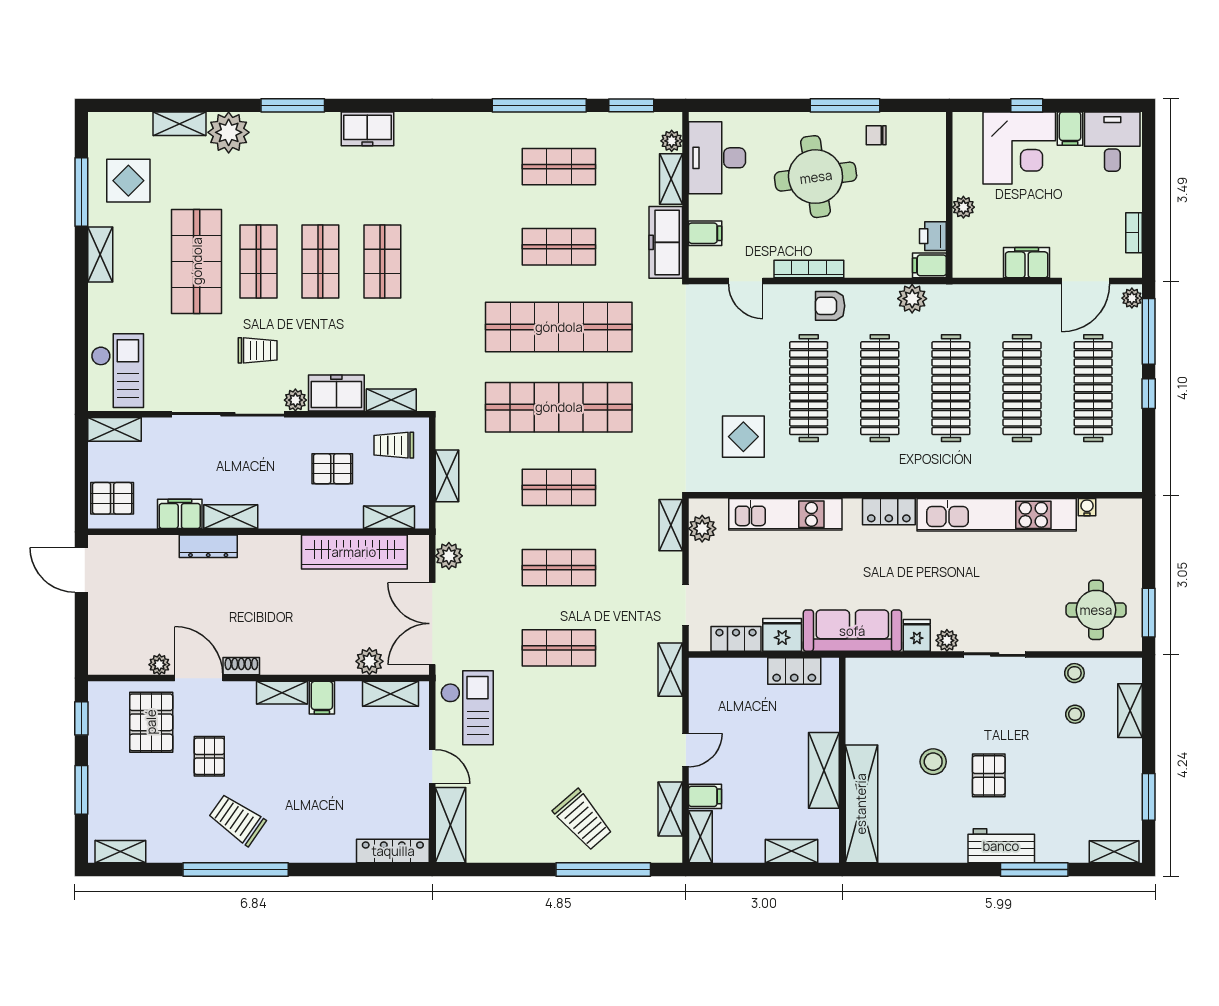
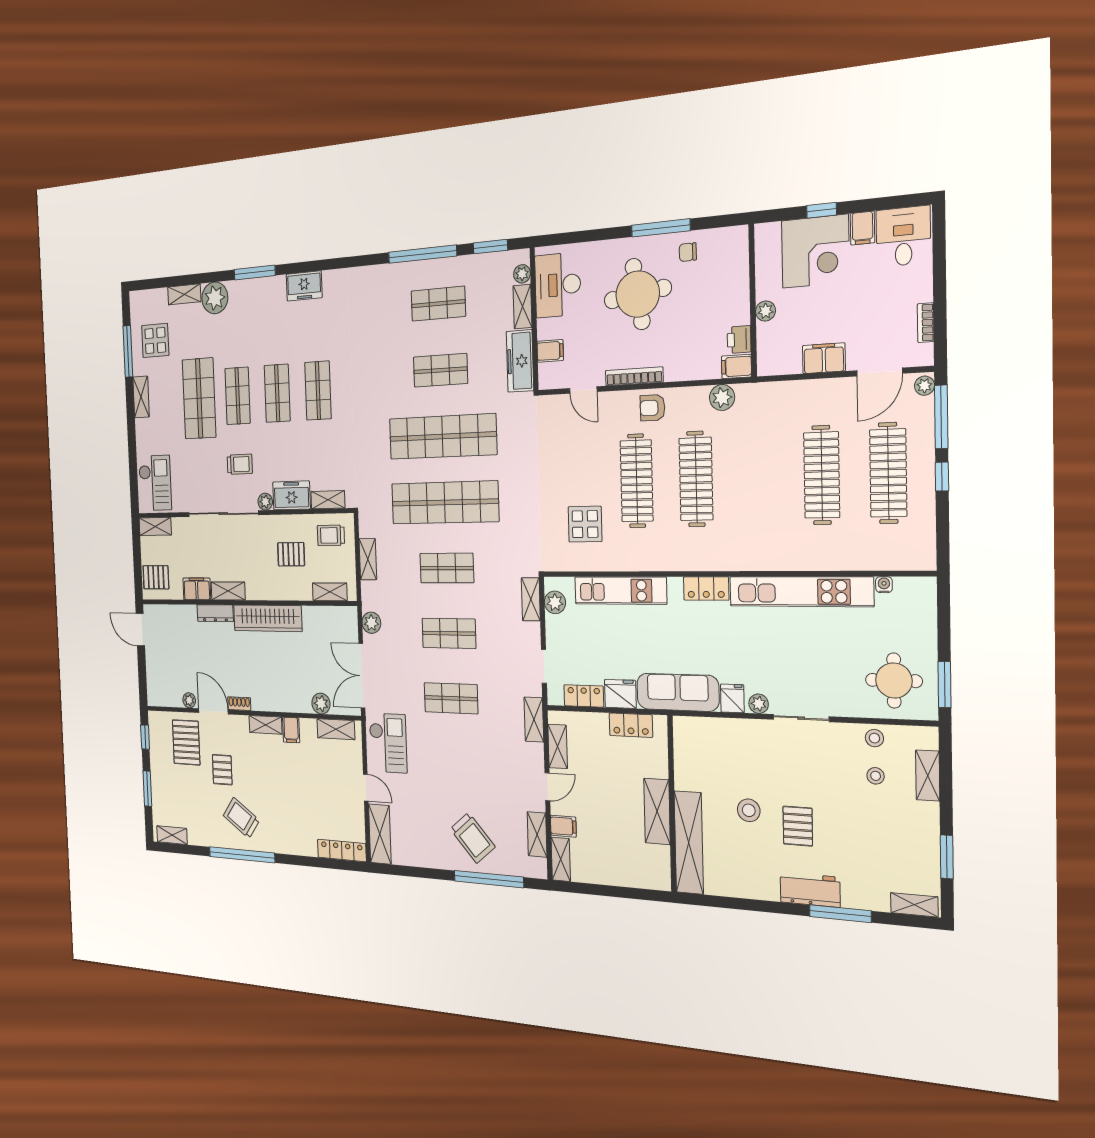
clothes rail: (951, 388) -> (758, 477), removed
wardrobe: (354, 552) -> (268, 618), moved
shelving: (791, 851) -> (558, 746), moved, turned 90

